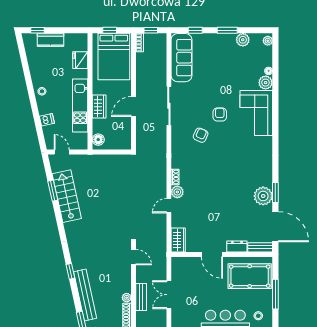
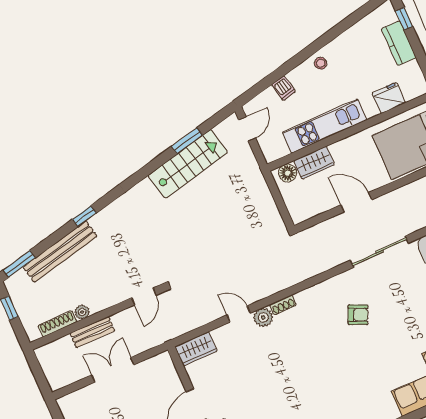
wardrobe: (99, 107) -> (314, 163), moved
armchair: (220, 115) -> (399, 329), removed

